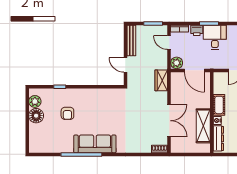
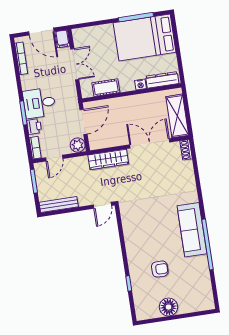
door: (125, 65) -> (102, 205), moved
wardrobe: (161, 80) -> (108, 159), width x1.50
plant: (35, 101) -> (151, 311), removed
cot: (219, 105) -> (106, 88), moved
shelving: (203, 126) -> (177, 116), moved, turned 90

